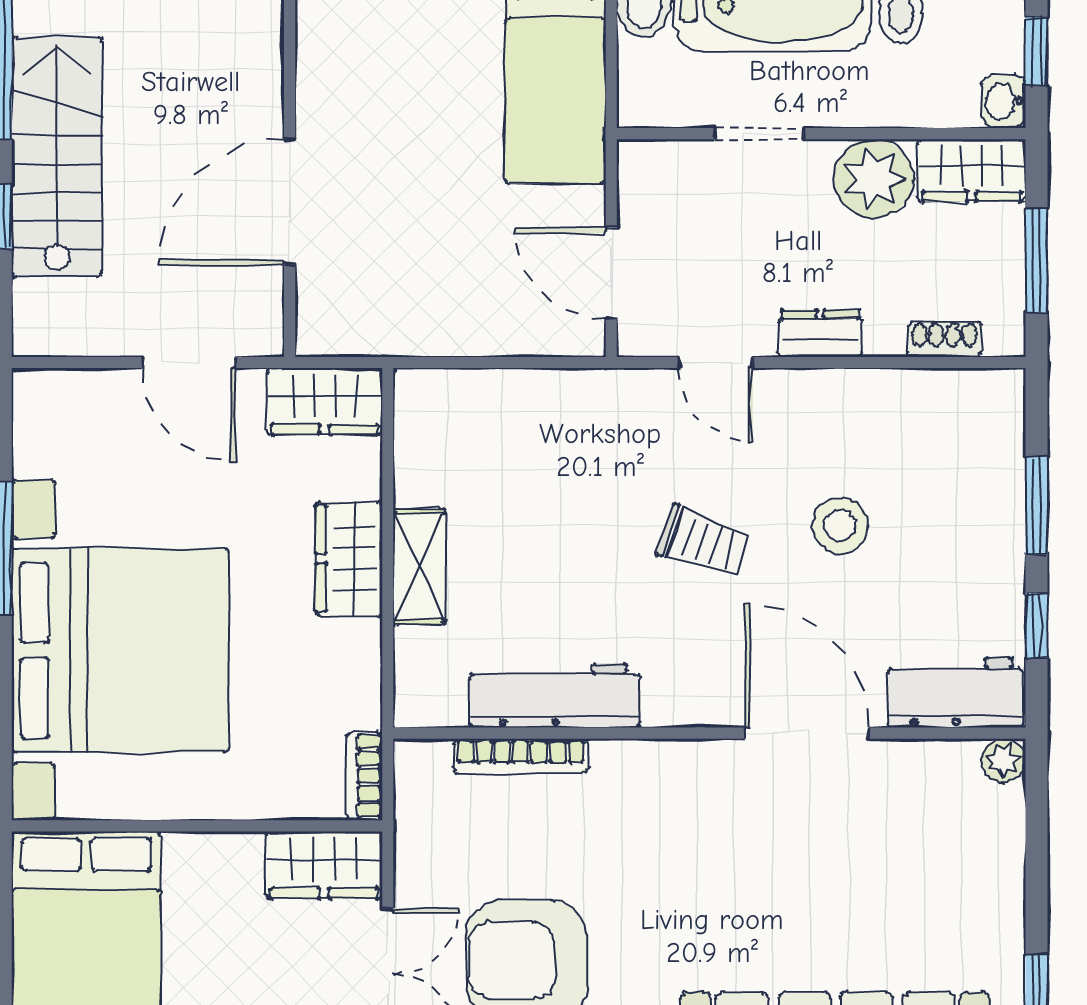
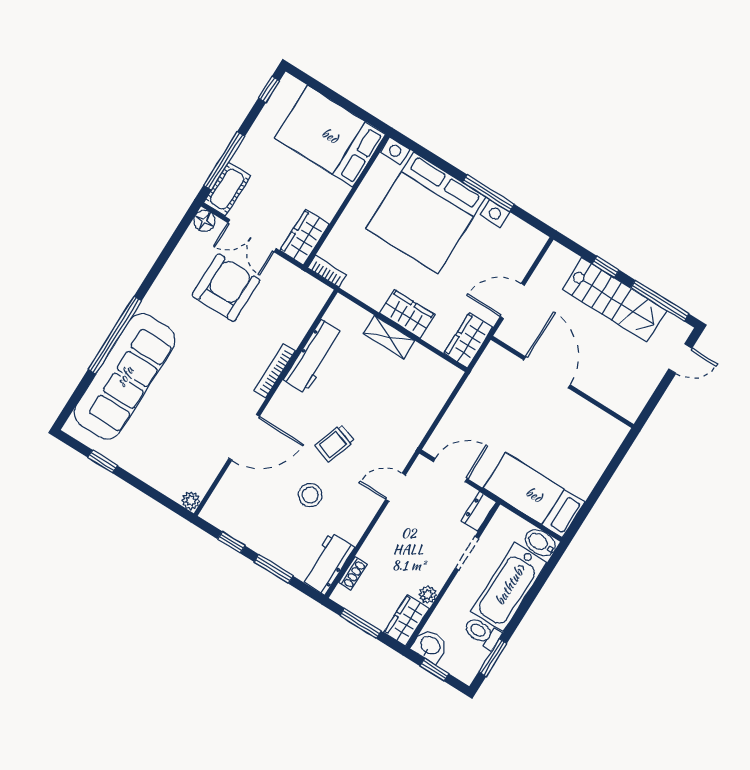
washbasin: (1004, 101) -> (430, 646), width x1.38, depth x1.45
plant: (874, 179) -> (428, 595), width x0.53, depth x0.53
dresser: (820, 333) -> (479, 511), moved, turned 180
workbench: (955, 693) -> (328, 564), moved, turned 180
bookcase: (521, 756) -> (275, 371), moved

